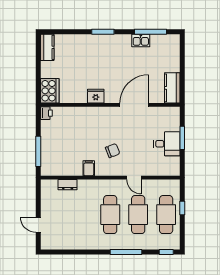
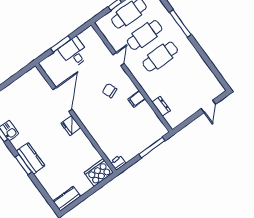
kitchen counter: (172, 88) -> (31, 158), moved, turned -90
fridge: (96, 96) -> (71, 126), moved
door: (134, 105) -> (62, 99), swing flipped

